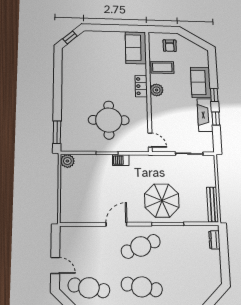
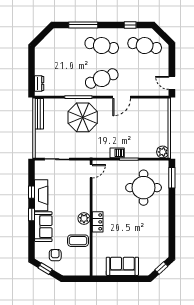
window: (196, 40) -> (45, 269), added
armchair: (170, 46) -> (55, 255), moved
sofa: (136, 48) -> (122, 266), moved, turned -90
round table: (109, 120) -> (144, 188), moved
door: (150, 140) -> (91, 171), swing flipped
door: (55, 265) -> (172, 83), moved

